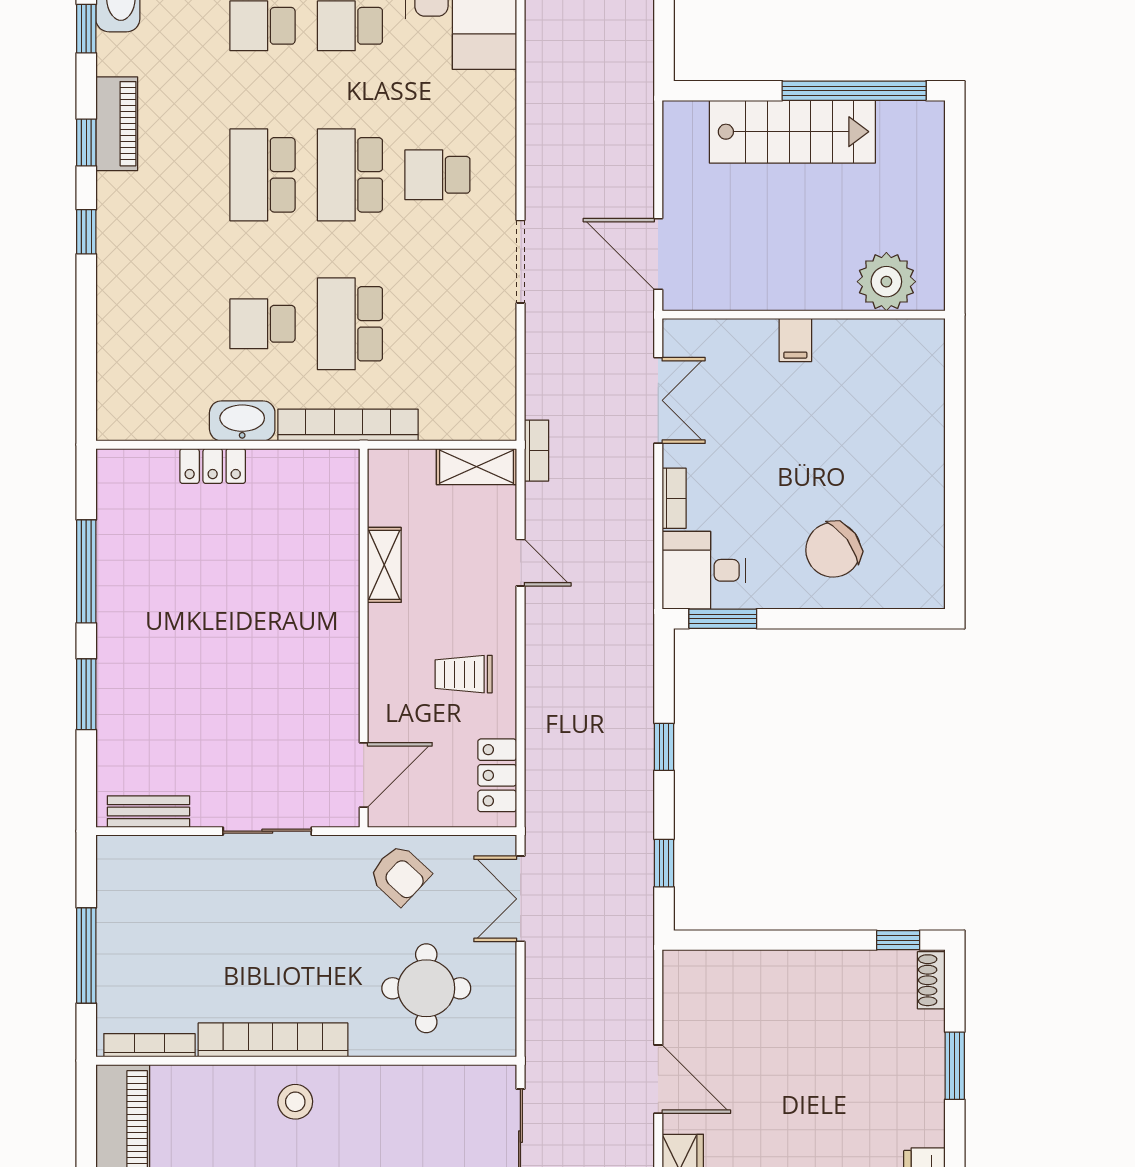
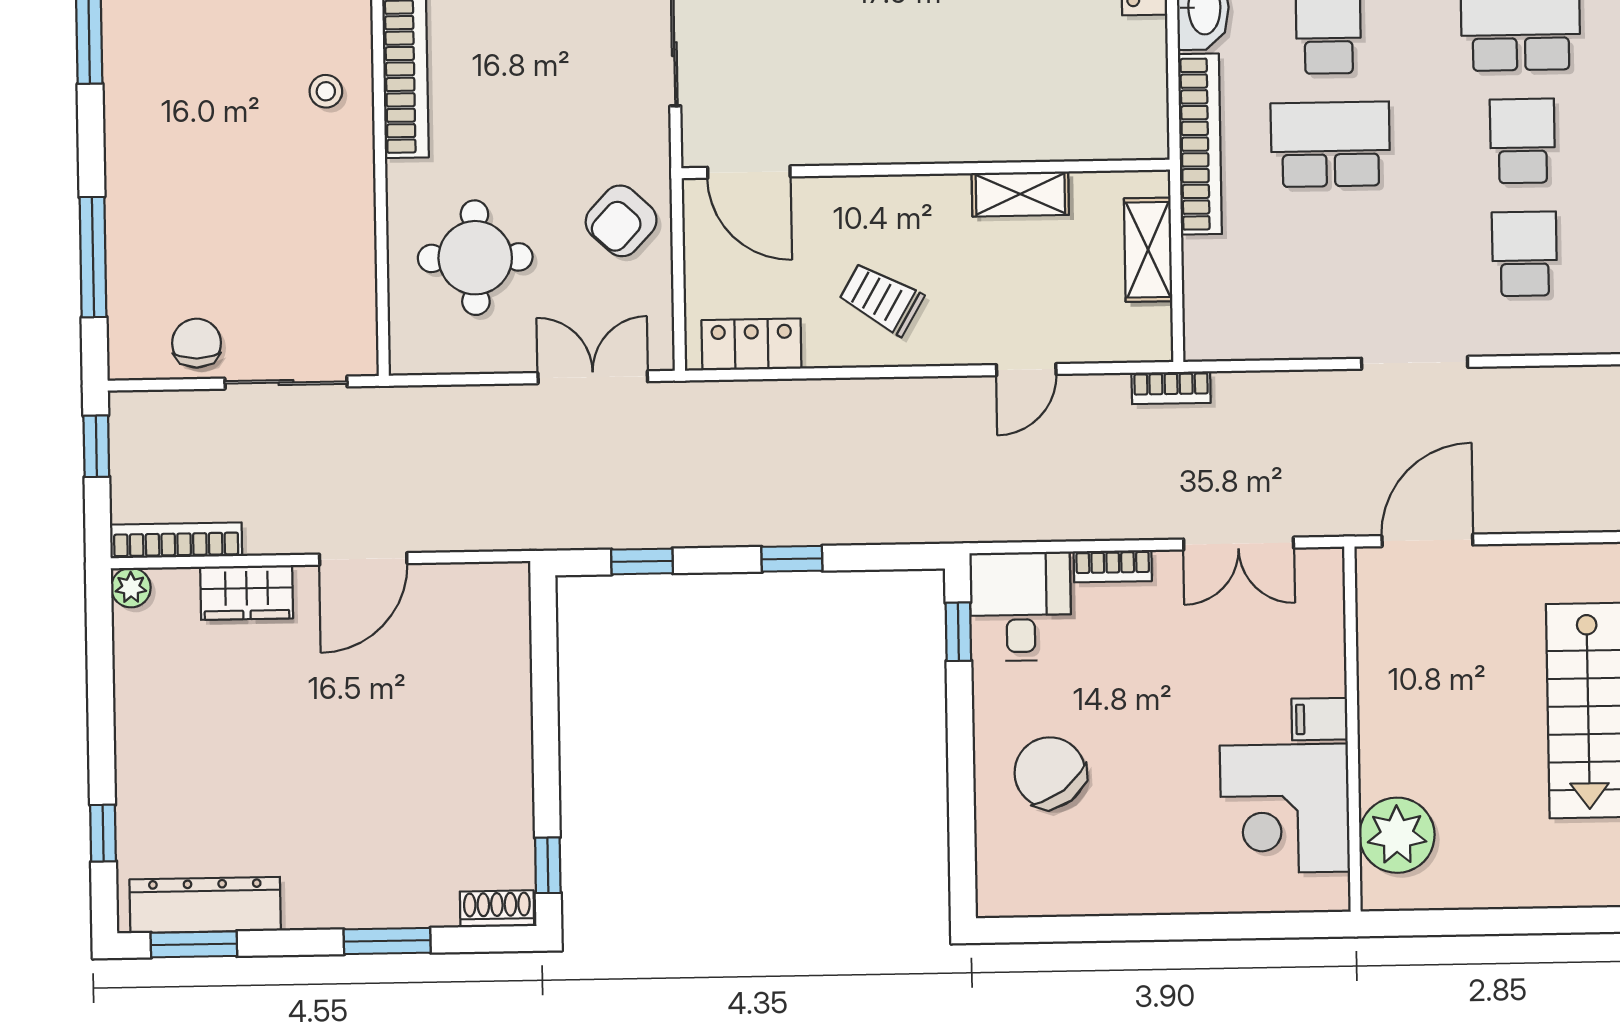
school desk: (350, 175) -> (1523, 141), width x0.54
corner desk: (864, 368) -> (1285, 809), added
shelving: (477, 467) -> (1148, 250), moved
window: (723, 619) -> (958, 632), width x0.67
trolley: (464, 674) -> (881, 299), turned -60
stool: (295, 1102) -> (326, 91), width x0.73, depth x0.73

